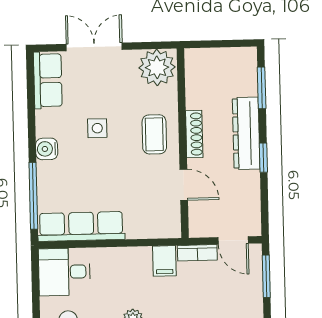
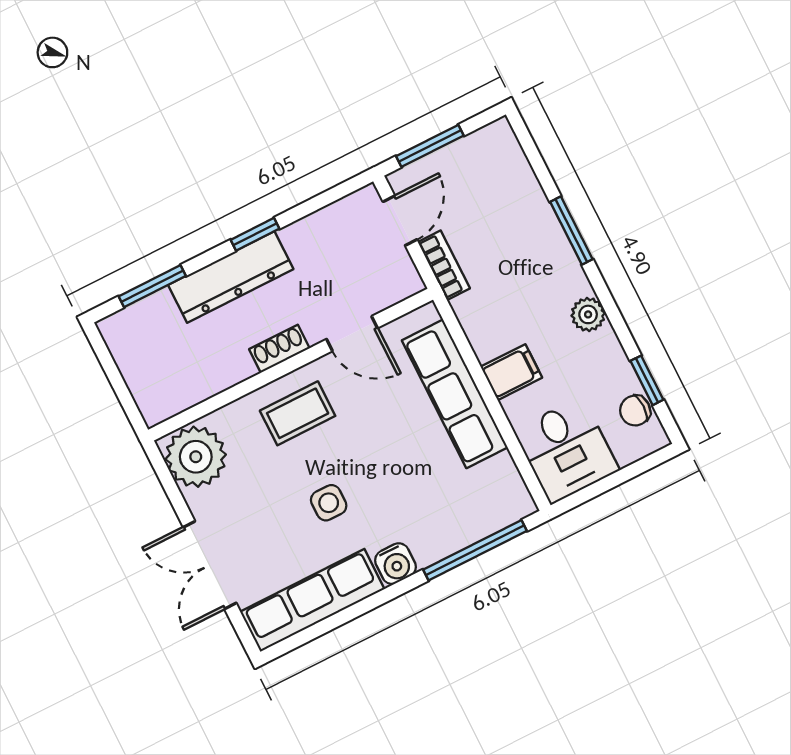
row of seats: (48, 80) -> (312, 600), width x1.48
shoe rack: (194, 134) -> (279, 349), width x0.70
door: (184, 185) -> (352, 334), swing flipped
row of seats: (81, 226) -> (455, 394), moved
filing cabinet: (164, 261) -> (511, 372), moved

